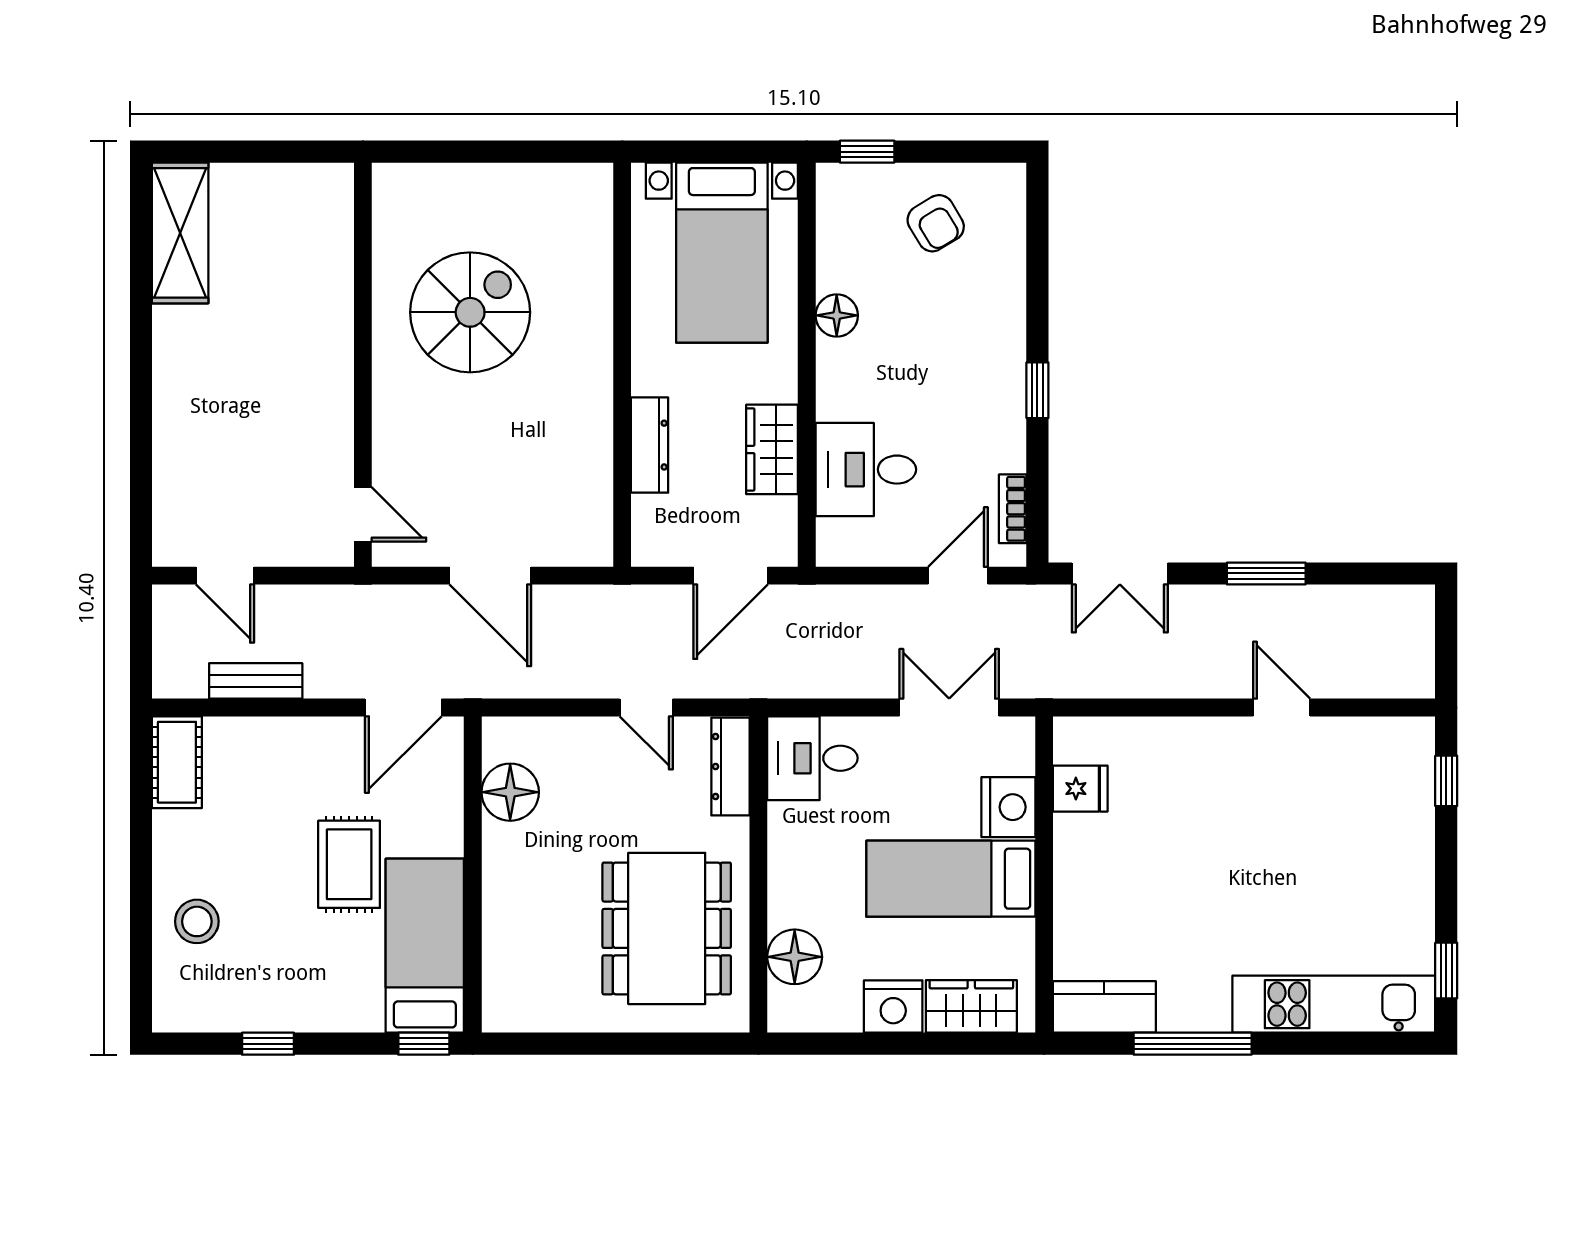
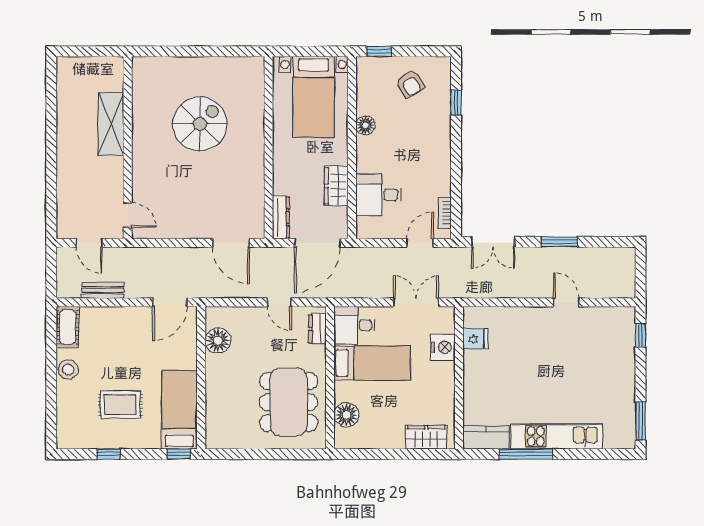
shelving: (180, 233) -> (111, 124), moved
wall: (363, 365) -> (128, 148), moved
window: (1037, 390) -> (456, 103), moved
dresser: (650, 445) -> (281, 217), moved
door: (363, 514) -> (128, 215), moved
door: (490, 576) -> (231, 243), moved
door: (731, 576) -> (317, 243), width x1.36
dresser: (731, 766) -> (317, 329), width x0.70
rug: (349, 864) -> (120, 405), moved, turned 90
bed: (951, 879) -> (372, 363), moved, turned 180
stool: (197, 921) -> (68, 369), moved
window: (1446, 971) -> (640, 421), width x1.50
kitchen unit: (1334, 1004) -> (557, 436), moved
nightstand: (893, 1006) -> (391, 437), removed

